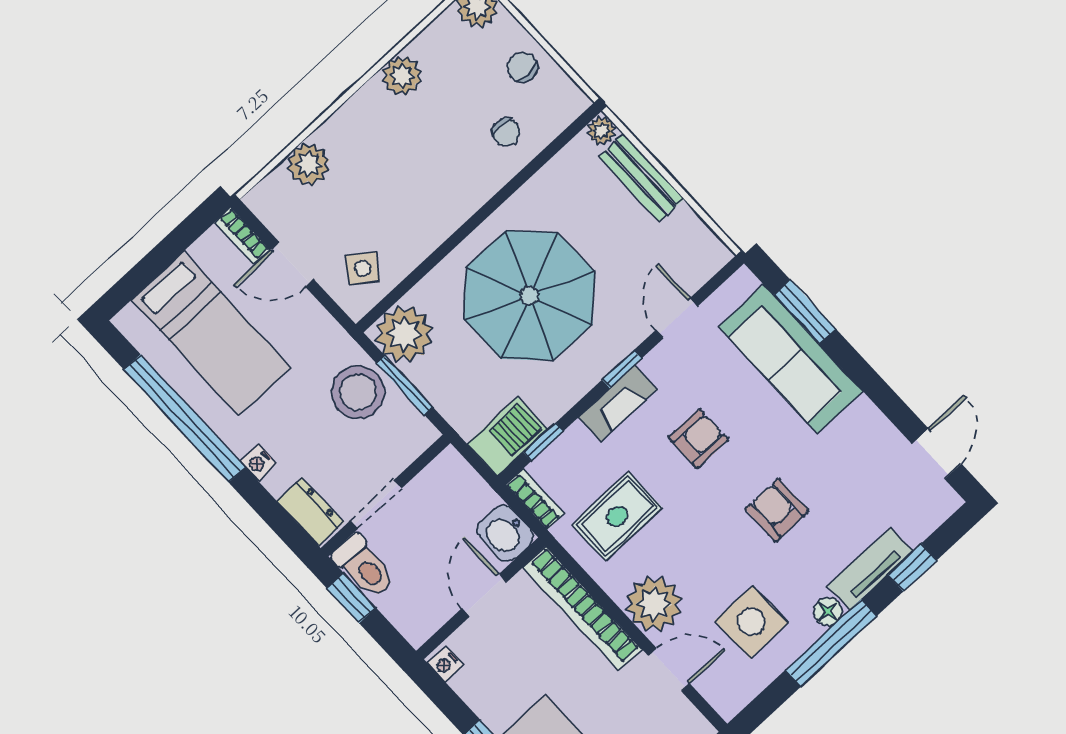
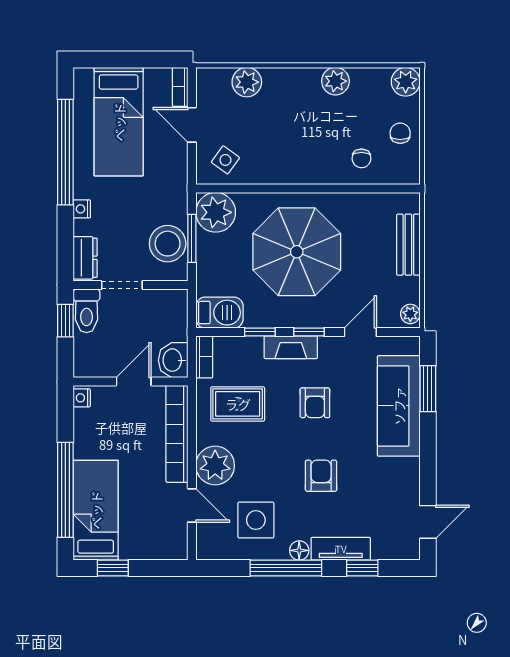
plant: (601, 131) -> (410, 314), moved
stool: (358, 392) -> (168, 244), moved
armchair: (698, 439) -> (315, 403), turned 90
window: (544, 442) -> (260, 332), moved

